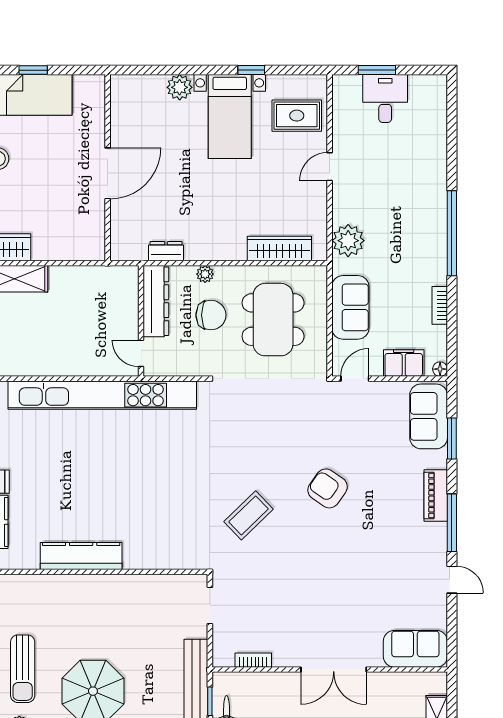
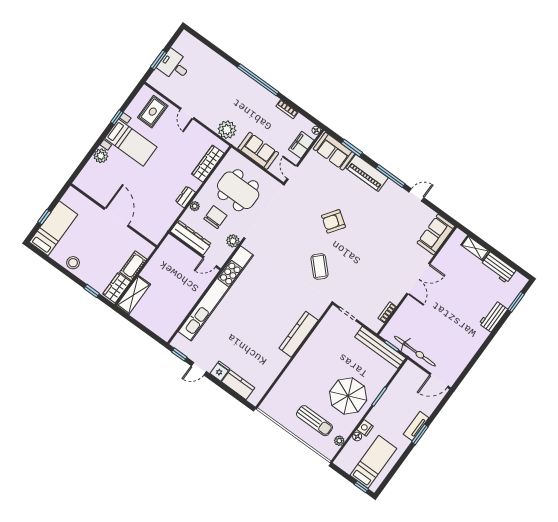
cot: (56, 248) -> (133, 266), added
dresser: (166, 251) -> (185, 197), moved
plant: (195, 365) -> (233, 241), added
piano: (436, 496) -> (367, 173), width x1.37, depth x1.33
kitchen counter: (81, 556) -> (299, 334), moved

